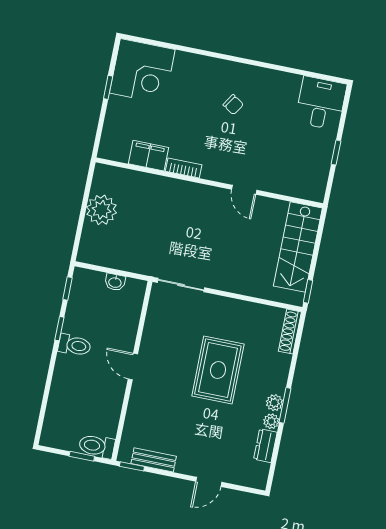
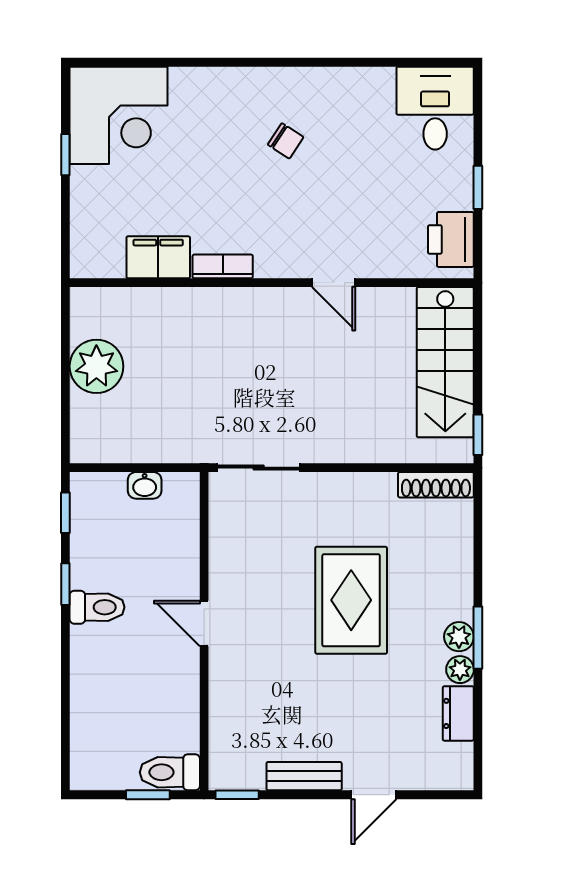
printer: (315, 179) -> (451, 239), added
shoe rack: (290, 332) -> (436, 485), moved, turned -90
bench: (154, 460) -> (304, 776), moved

